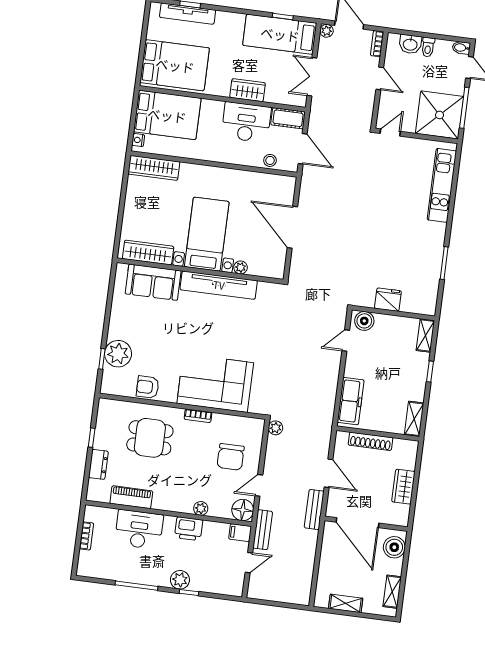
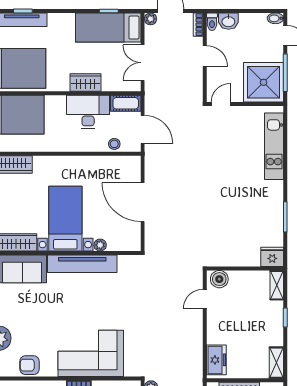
toilet: (428, 47) -> (212, 22), moved
fridge: (388, 300) -> (272, 257), moved
freezer: (351, 401) -> (216, 360), width x0.71

